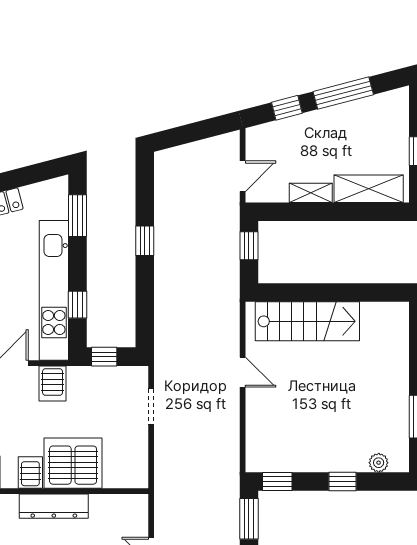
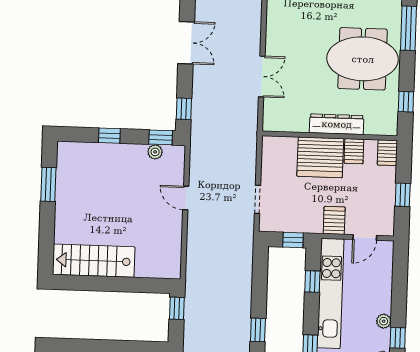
window: (249, 246) -> (177, 308), moved
stairs: (307, 321) -> (94, 261), moved
door: (243, 372) -> (186, 198), moved
plant: (379, 463) -> (155, 152), moved
window: (249, 519) -> (184, 109), width x0.67

